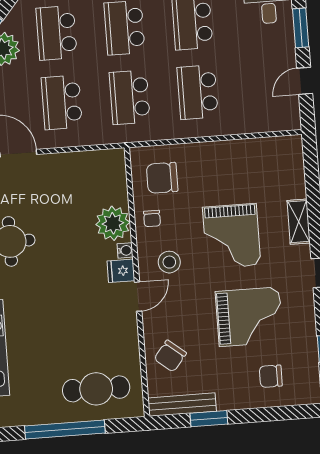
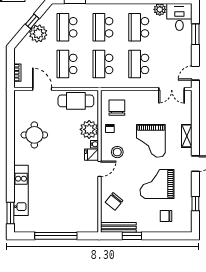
door: (305, 81) -> (195, 73), moved
double door: (263, 135) -> (172, 89), added
chair: (162, 178) -> (117, 108), turned 90
grand piano: (249, 317) -> (157, 184), turned 180
cafe table: (96, 389) -> (76, 101), moved

